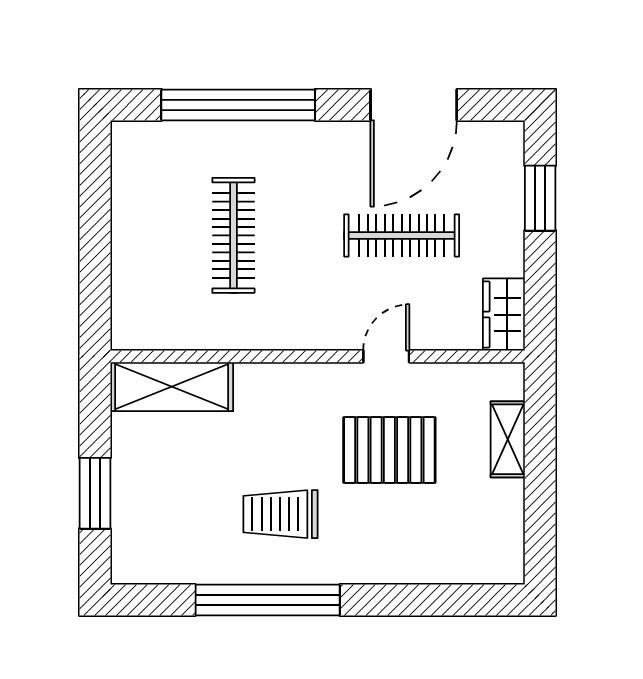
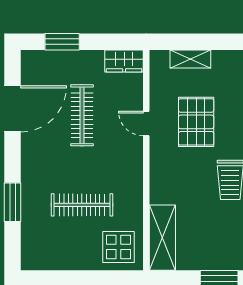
window: (238, 105) -> (13, 202), width x0.47
door: (414, 105) -> (13, 109), hinge flipped
display table: (154, 304) -> (118, 247), added

